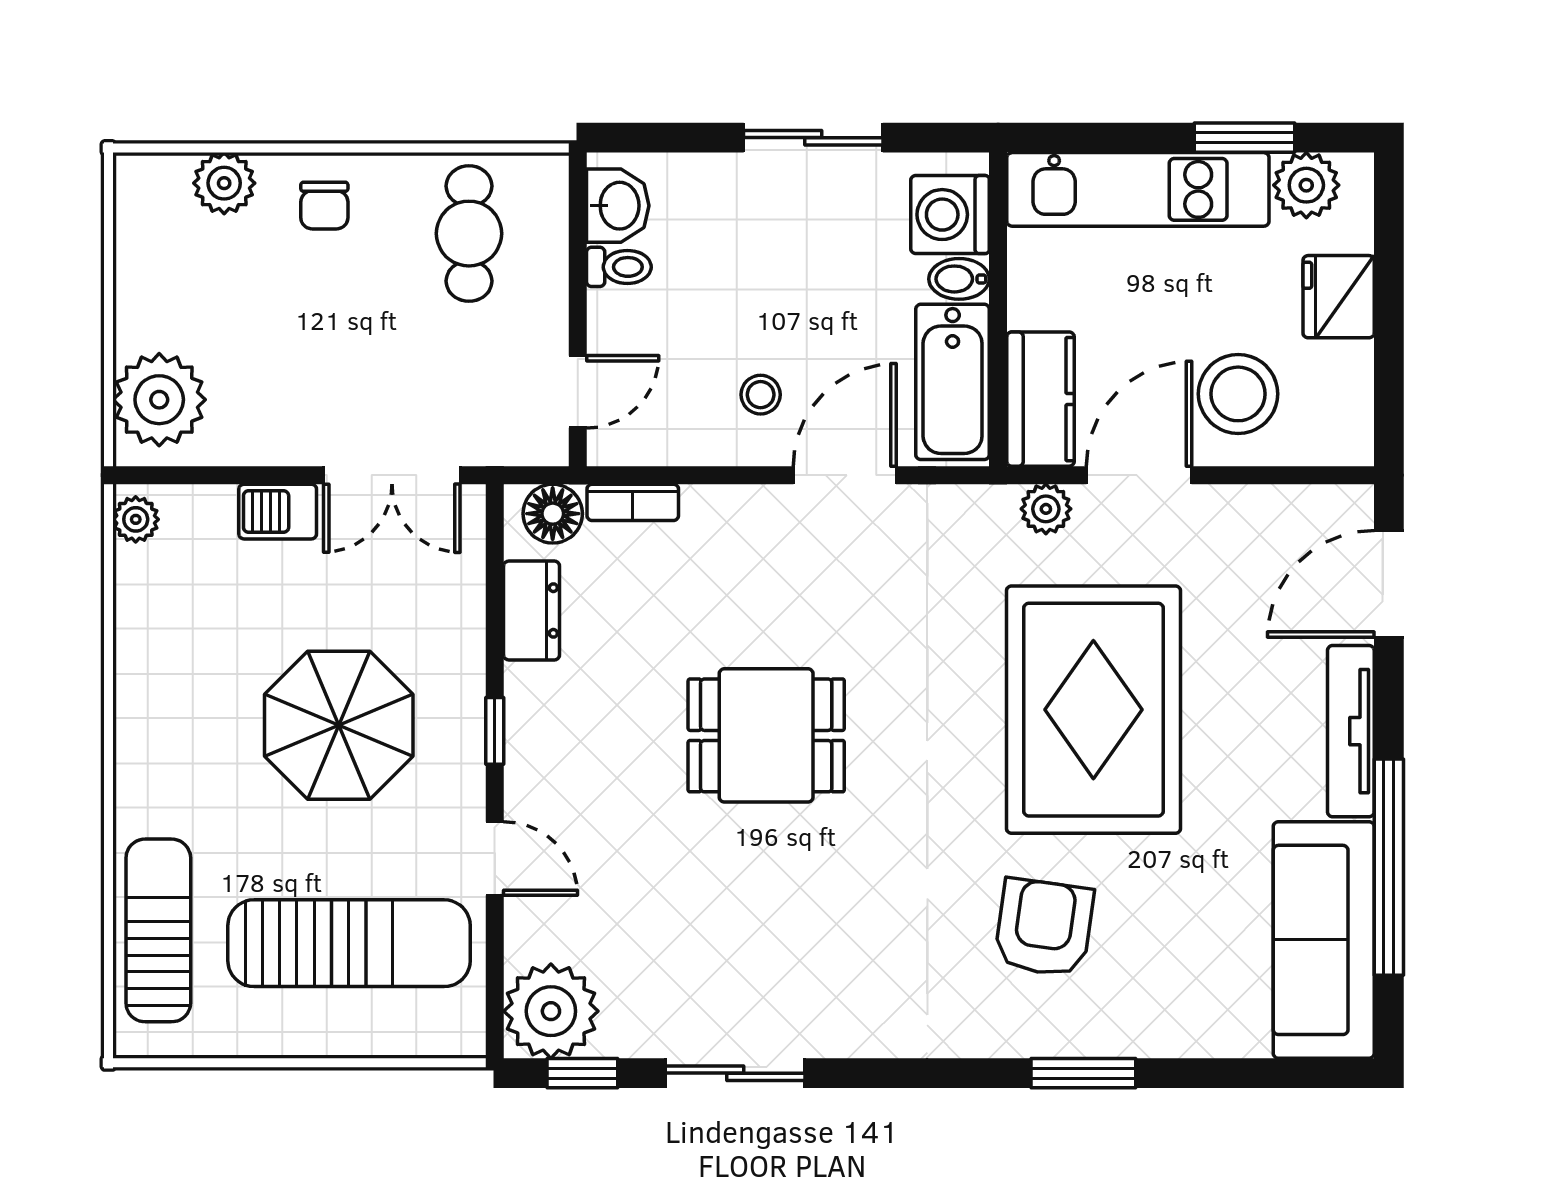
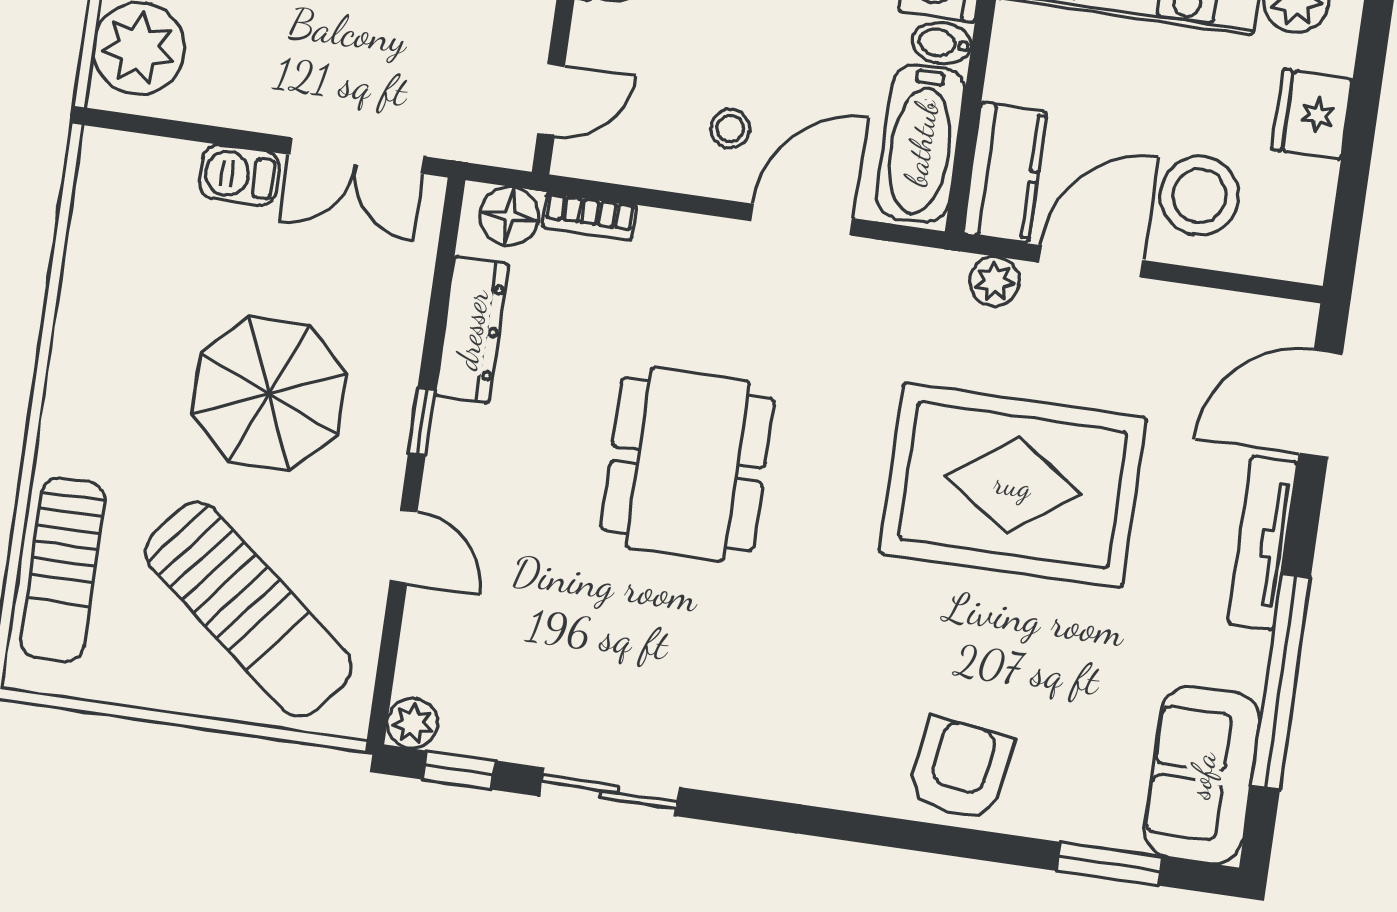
plant: (136, 519) -> (99, 163), removed
dresser: (532, 610) -> (472, 330), width x1.44
rug: (1093, 710) -> (1013, 485), turned 90
dining table: (766, 735) -> (688, 464), width x1.38
armchair: (1044, 928) -> (960, 769), moved
sun lounger: (158, 930) -> (63, 570), turned 180
sofa: (1324, 940) -> (1202, 775), width x0.73
sun lounger: (349, 943) -> (248, 609), turned 39
plant: (551, 1011) -> (412, 723), width x0.53, depth x0.53
window: (1083, 1073) -> (1109, 864), moved

